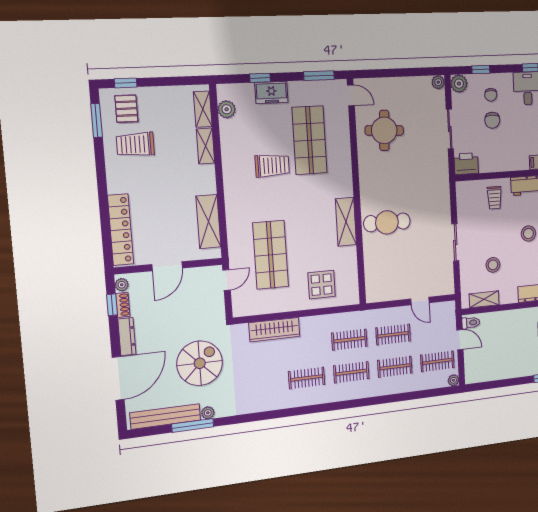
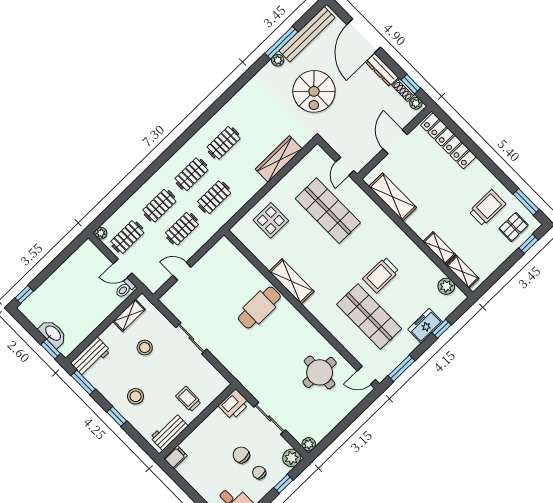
pallet: (126, 109) -> (514, 227), turned 90

